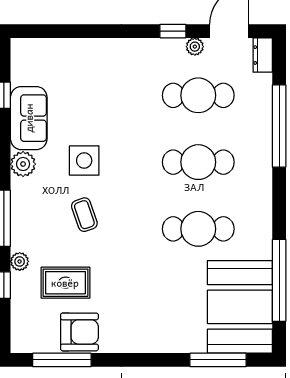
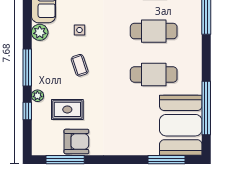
side table: (84, 160) -> (79, 30), width x0.54, depth x0.54

